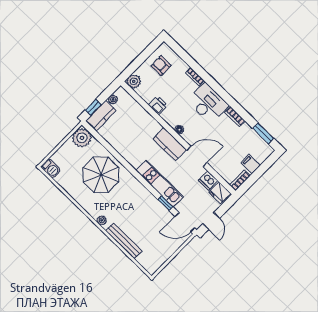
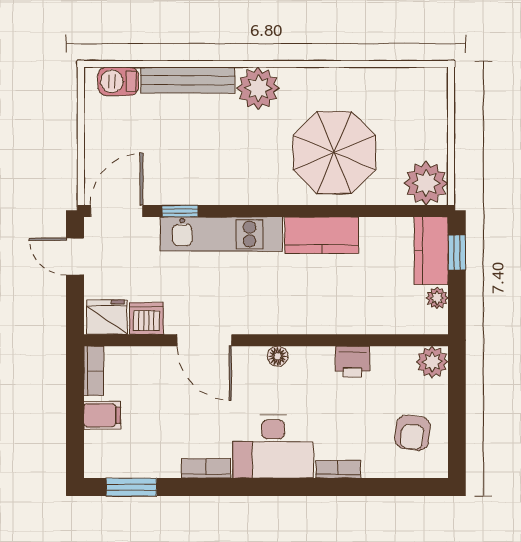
armchair: (161, 66) -> (413, 433), turned 97
kitchen counter: (170, 144) -> (322, 235), moved, turned 180
door: (197, 156) -> (204, 340), hinge flipped
barbecue: (51, 168) -> (118, 81), moved
plant: (102, 220) -> (258, 88), width x1.88, depth x1.88

